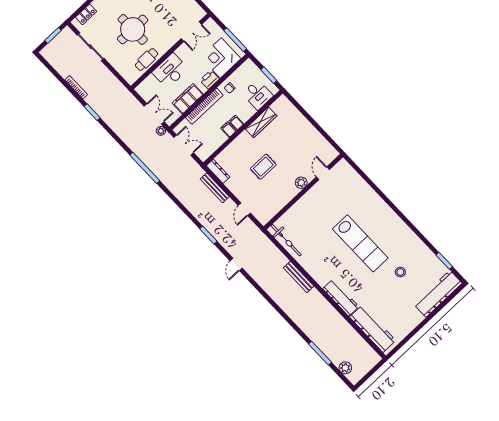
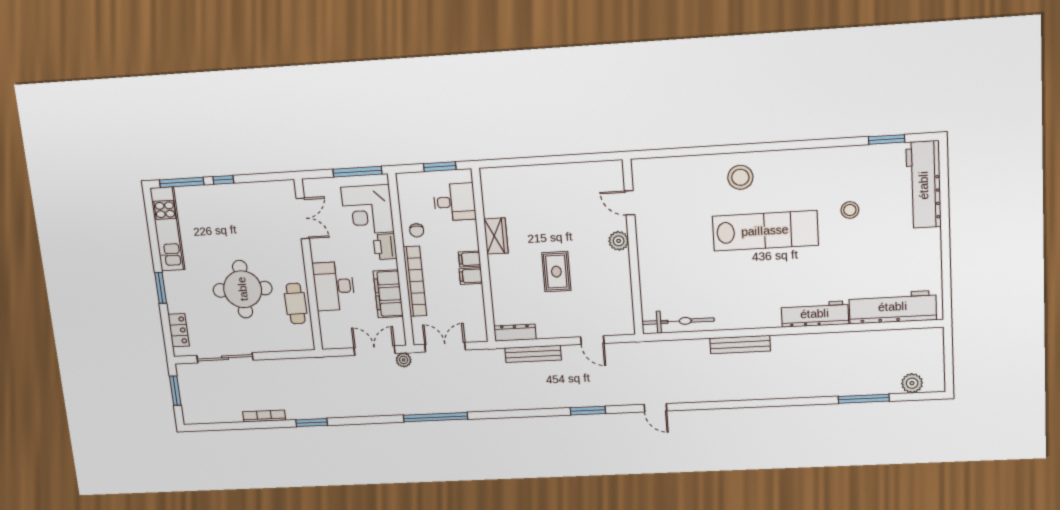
wardrobe: (261, 122) -> (496, 236), width x0.67
stool: (375, 212) -> (740, 177), added

